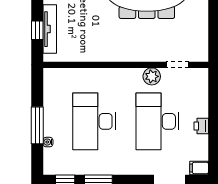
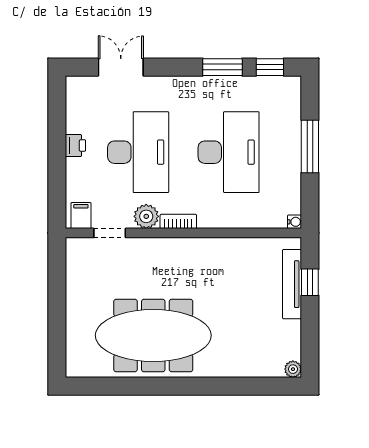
bookcase: (129, 73) -> (178, 221), added
water cooler: (48, 142) -> (295, 222), moved
filing cabinet: (199, 168) -> (81, 215), moved, turned -90

